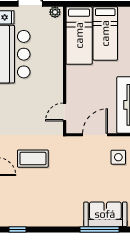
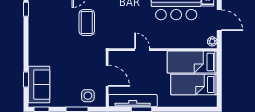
door: (65, 112) -> (142, 50), moved
window: (99, 229) -> (26, 80), width x0.46

